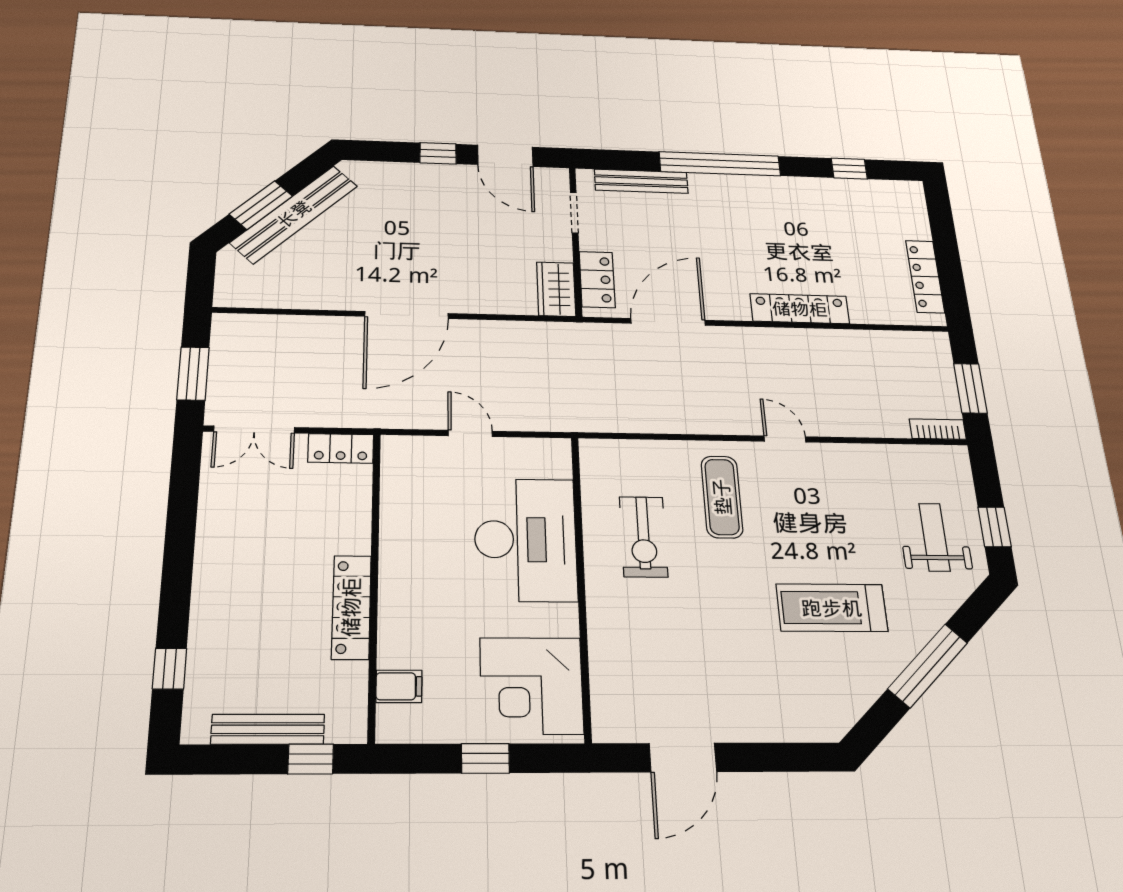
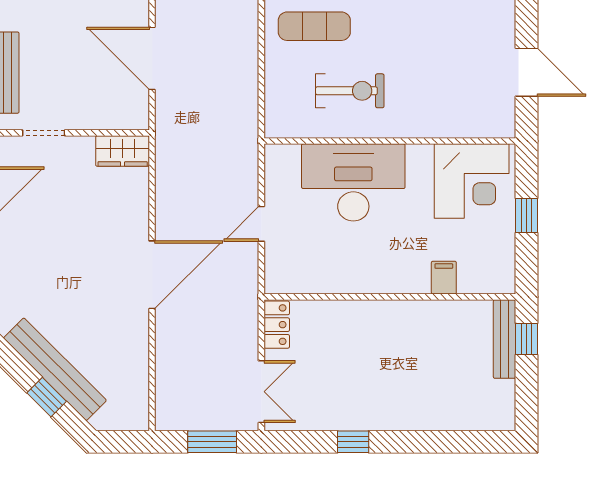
window: (261, 205) -> (47, 397), width x0.67
locker: (597, 280) -> (112, 116), removed
door: (407, 315) -> (152, 275), hinge flipped
locker: (351, 607) -> (410, 313), removed
window: (170, 669) -> (353, 442), moved
filing cabinet: (399, 686) -> (444, 278), moved
bench: (268, 729) -> (505, 339), moved

